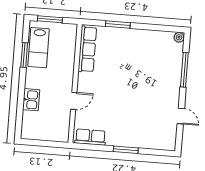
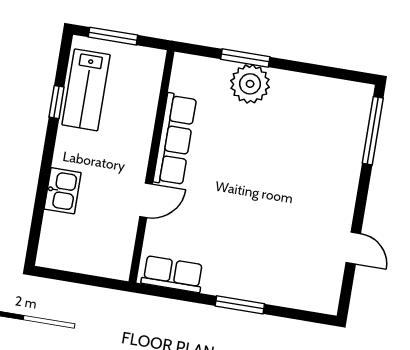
plant: (179, 37) -> (250, 84), moved, width x1.87, depth x1.87
row of seats: (87, 49) -> (175, 139), moved
window: (24, 55) -> (57, 102), width x0.67
window: (184, 70) -> (373, 131), moved

